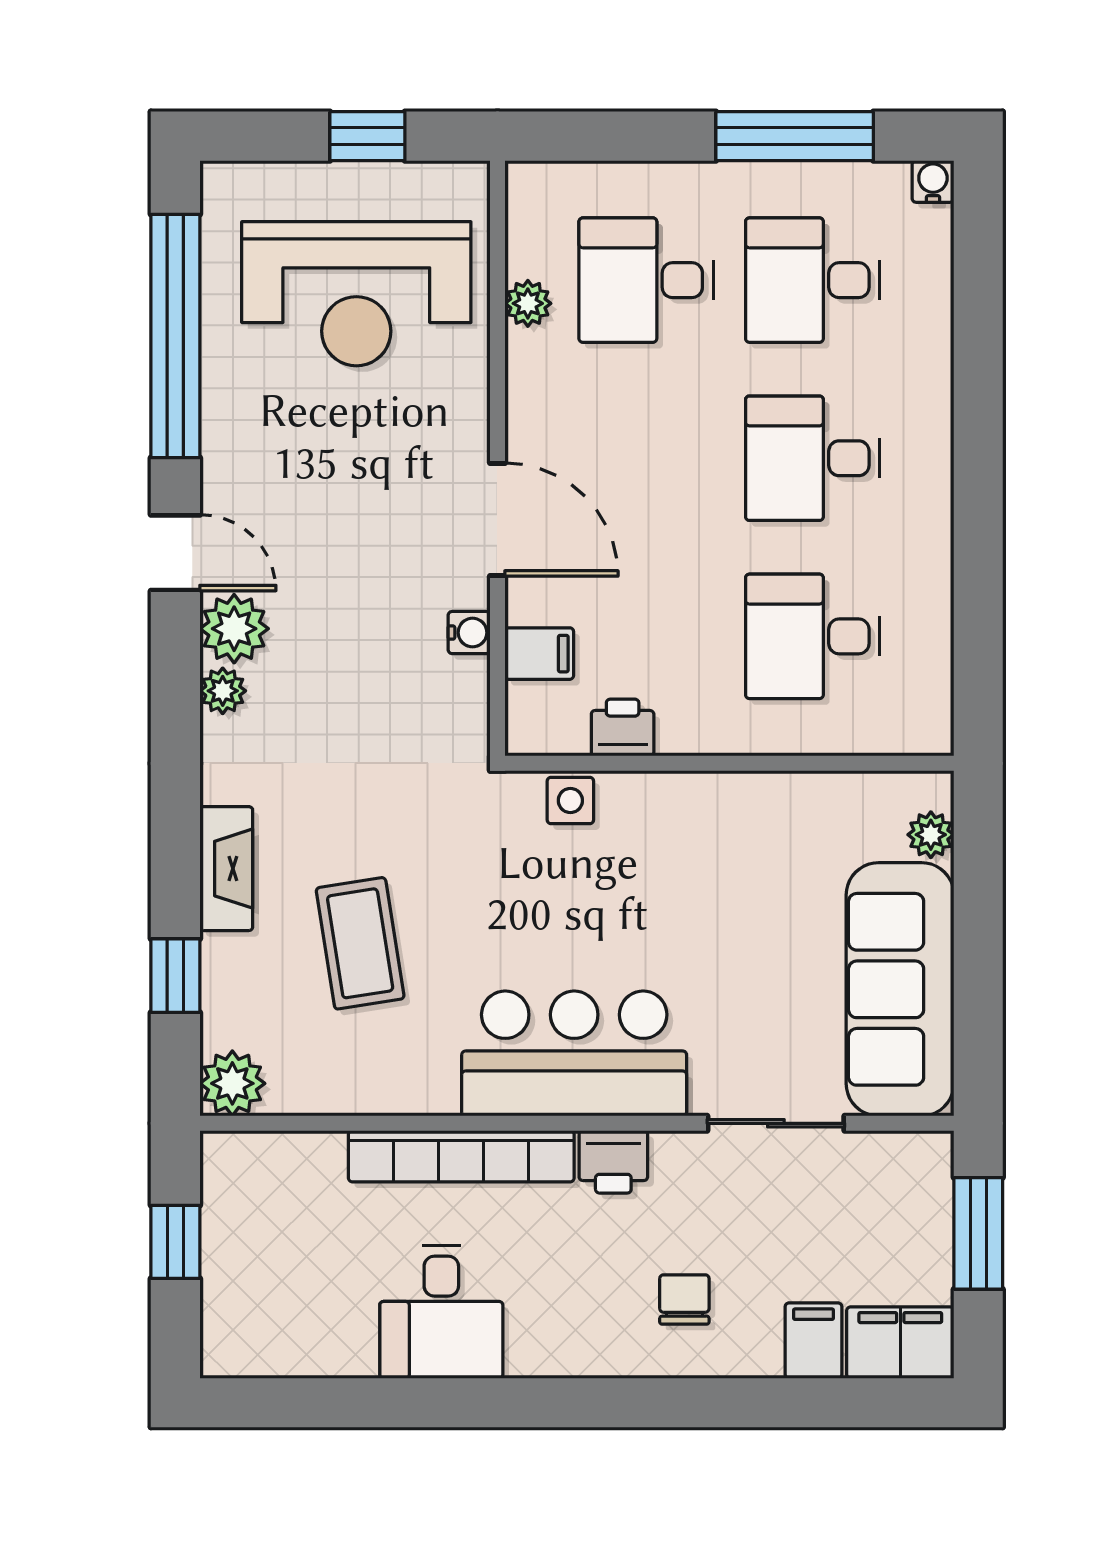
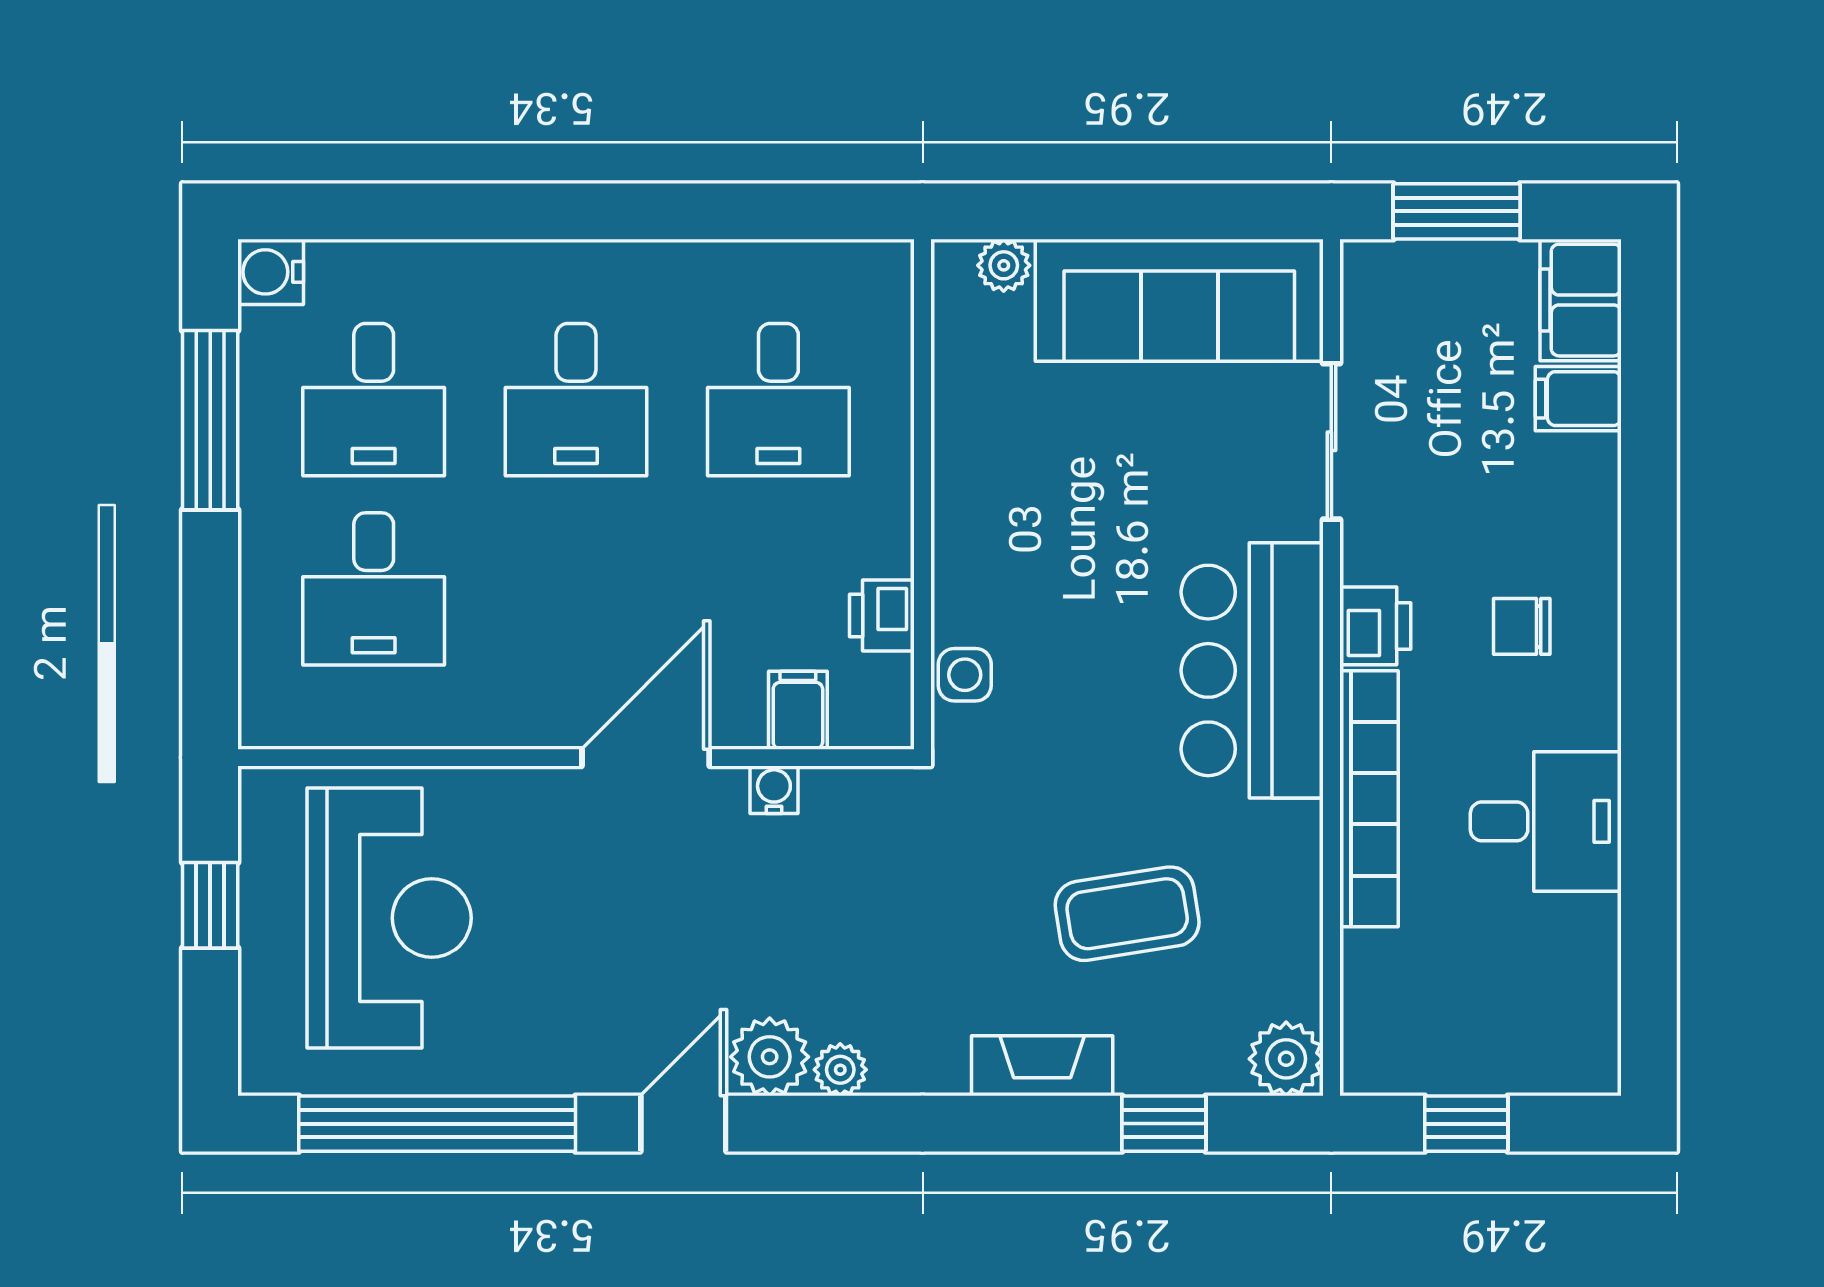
water cooler: (933, 181) -> (271, 272), width x1.38, depth x1.38
plant: (528, 303) -> (400, 723), removed
chair: (684, 1299) -> (1522, 626), moved

